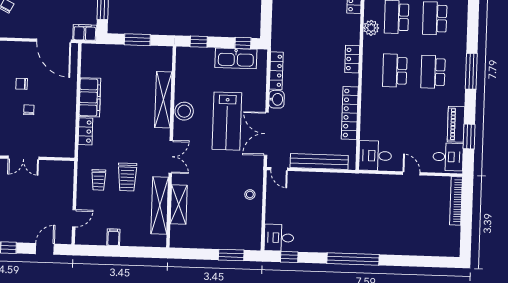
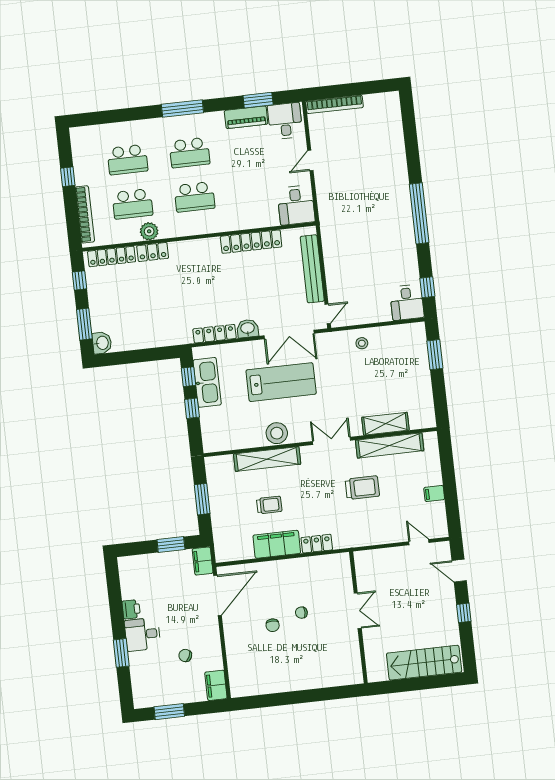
window: (199, 42) -> (192, 408), moved
locker: (352, 59) -> (153, 252), moved
trolley: (99, 180) -> (269, 505), moved

